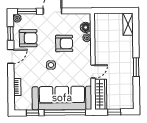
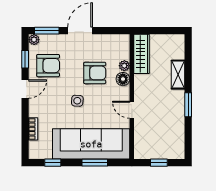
shelving: (128, 24) -> (178, 75), moved
floor lamp: (86, 27) -> (123, 79), moved
door: (93, 71) -> (132, 110), swing flipped
wardrobe: (101, 94) -> (142, 54), moved
window: (65, 112) -> (95, 163), width x0.47

